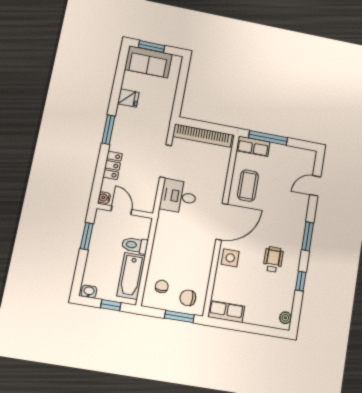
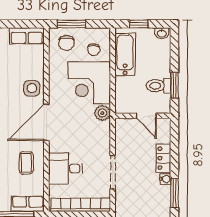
coffee table: (248, 186) -> (26, 163), width x0.73, depth x0.77
desk: (178, 196) -> (66, 168), moved, turned 180
water cooler: (104, 198) -> (165, 179), moved
plant: (165, 221) -> (102, 113), added
toilet: (135, 245) -> (159, 86), moved, turned 180
corner desk: (172, 253) -> (89, 83), added
chair: (188, 298) -> (67, 43), turned 90

